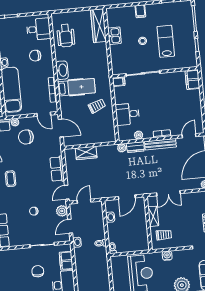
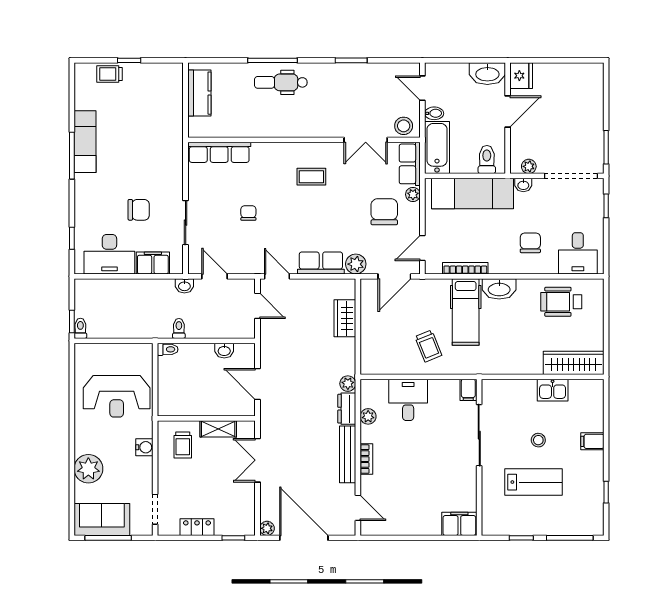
plant: (62, 211) -> (356, 264), moved

